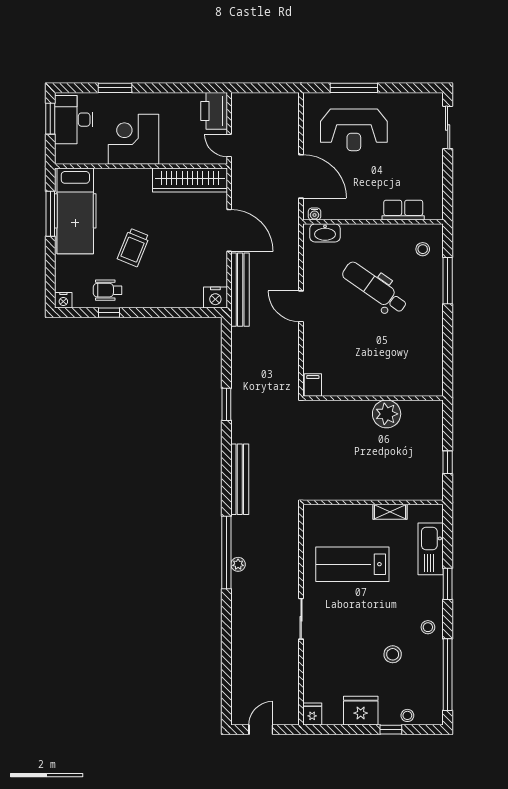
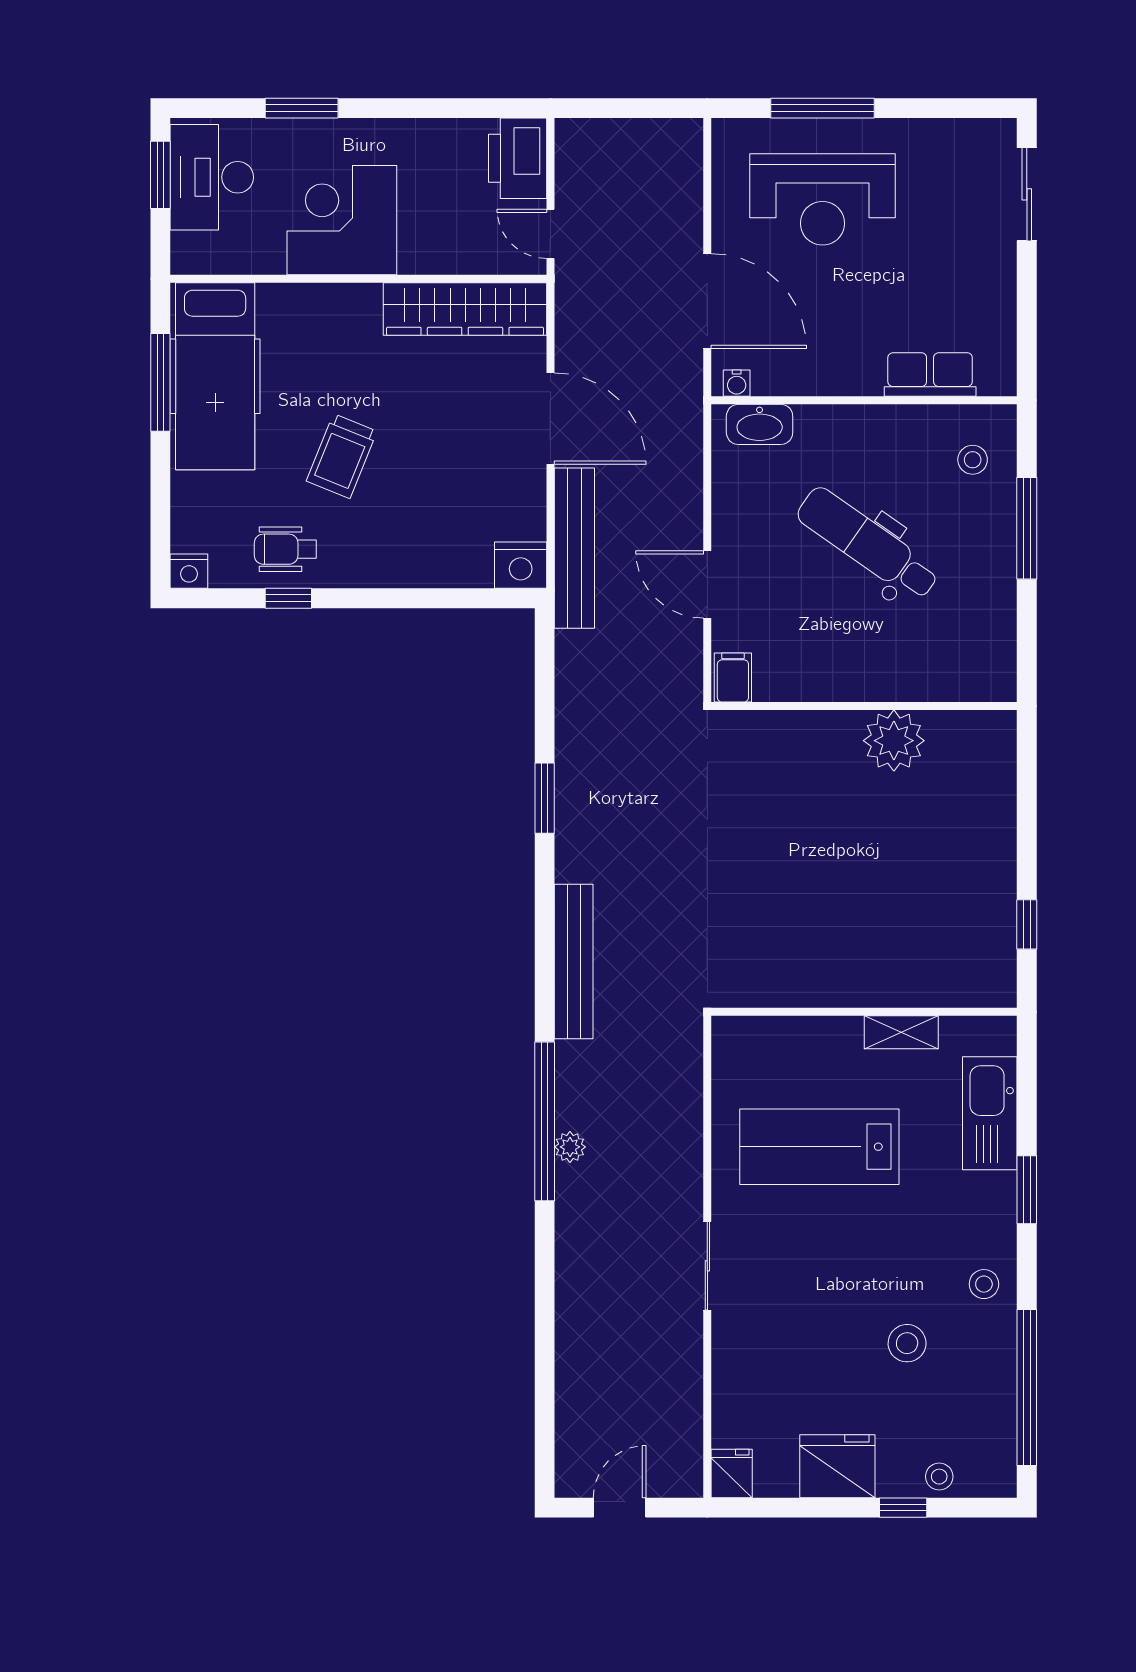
filing cabinet: (313, 385) -> (733, 677), moved
wall: (373, 398) -> (864, 706), moved
plant: (387, 414) -> (894, 741), moved

